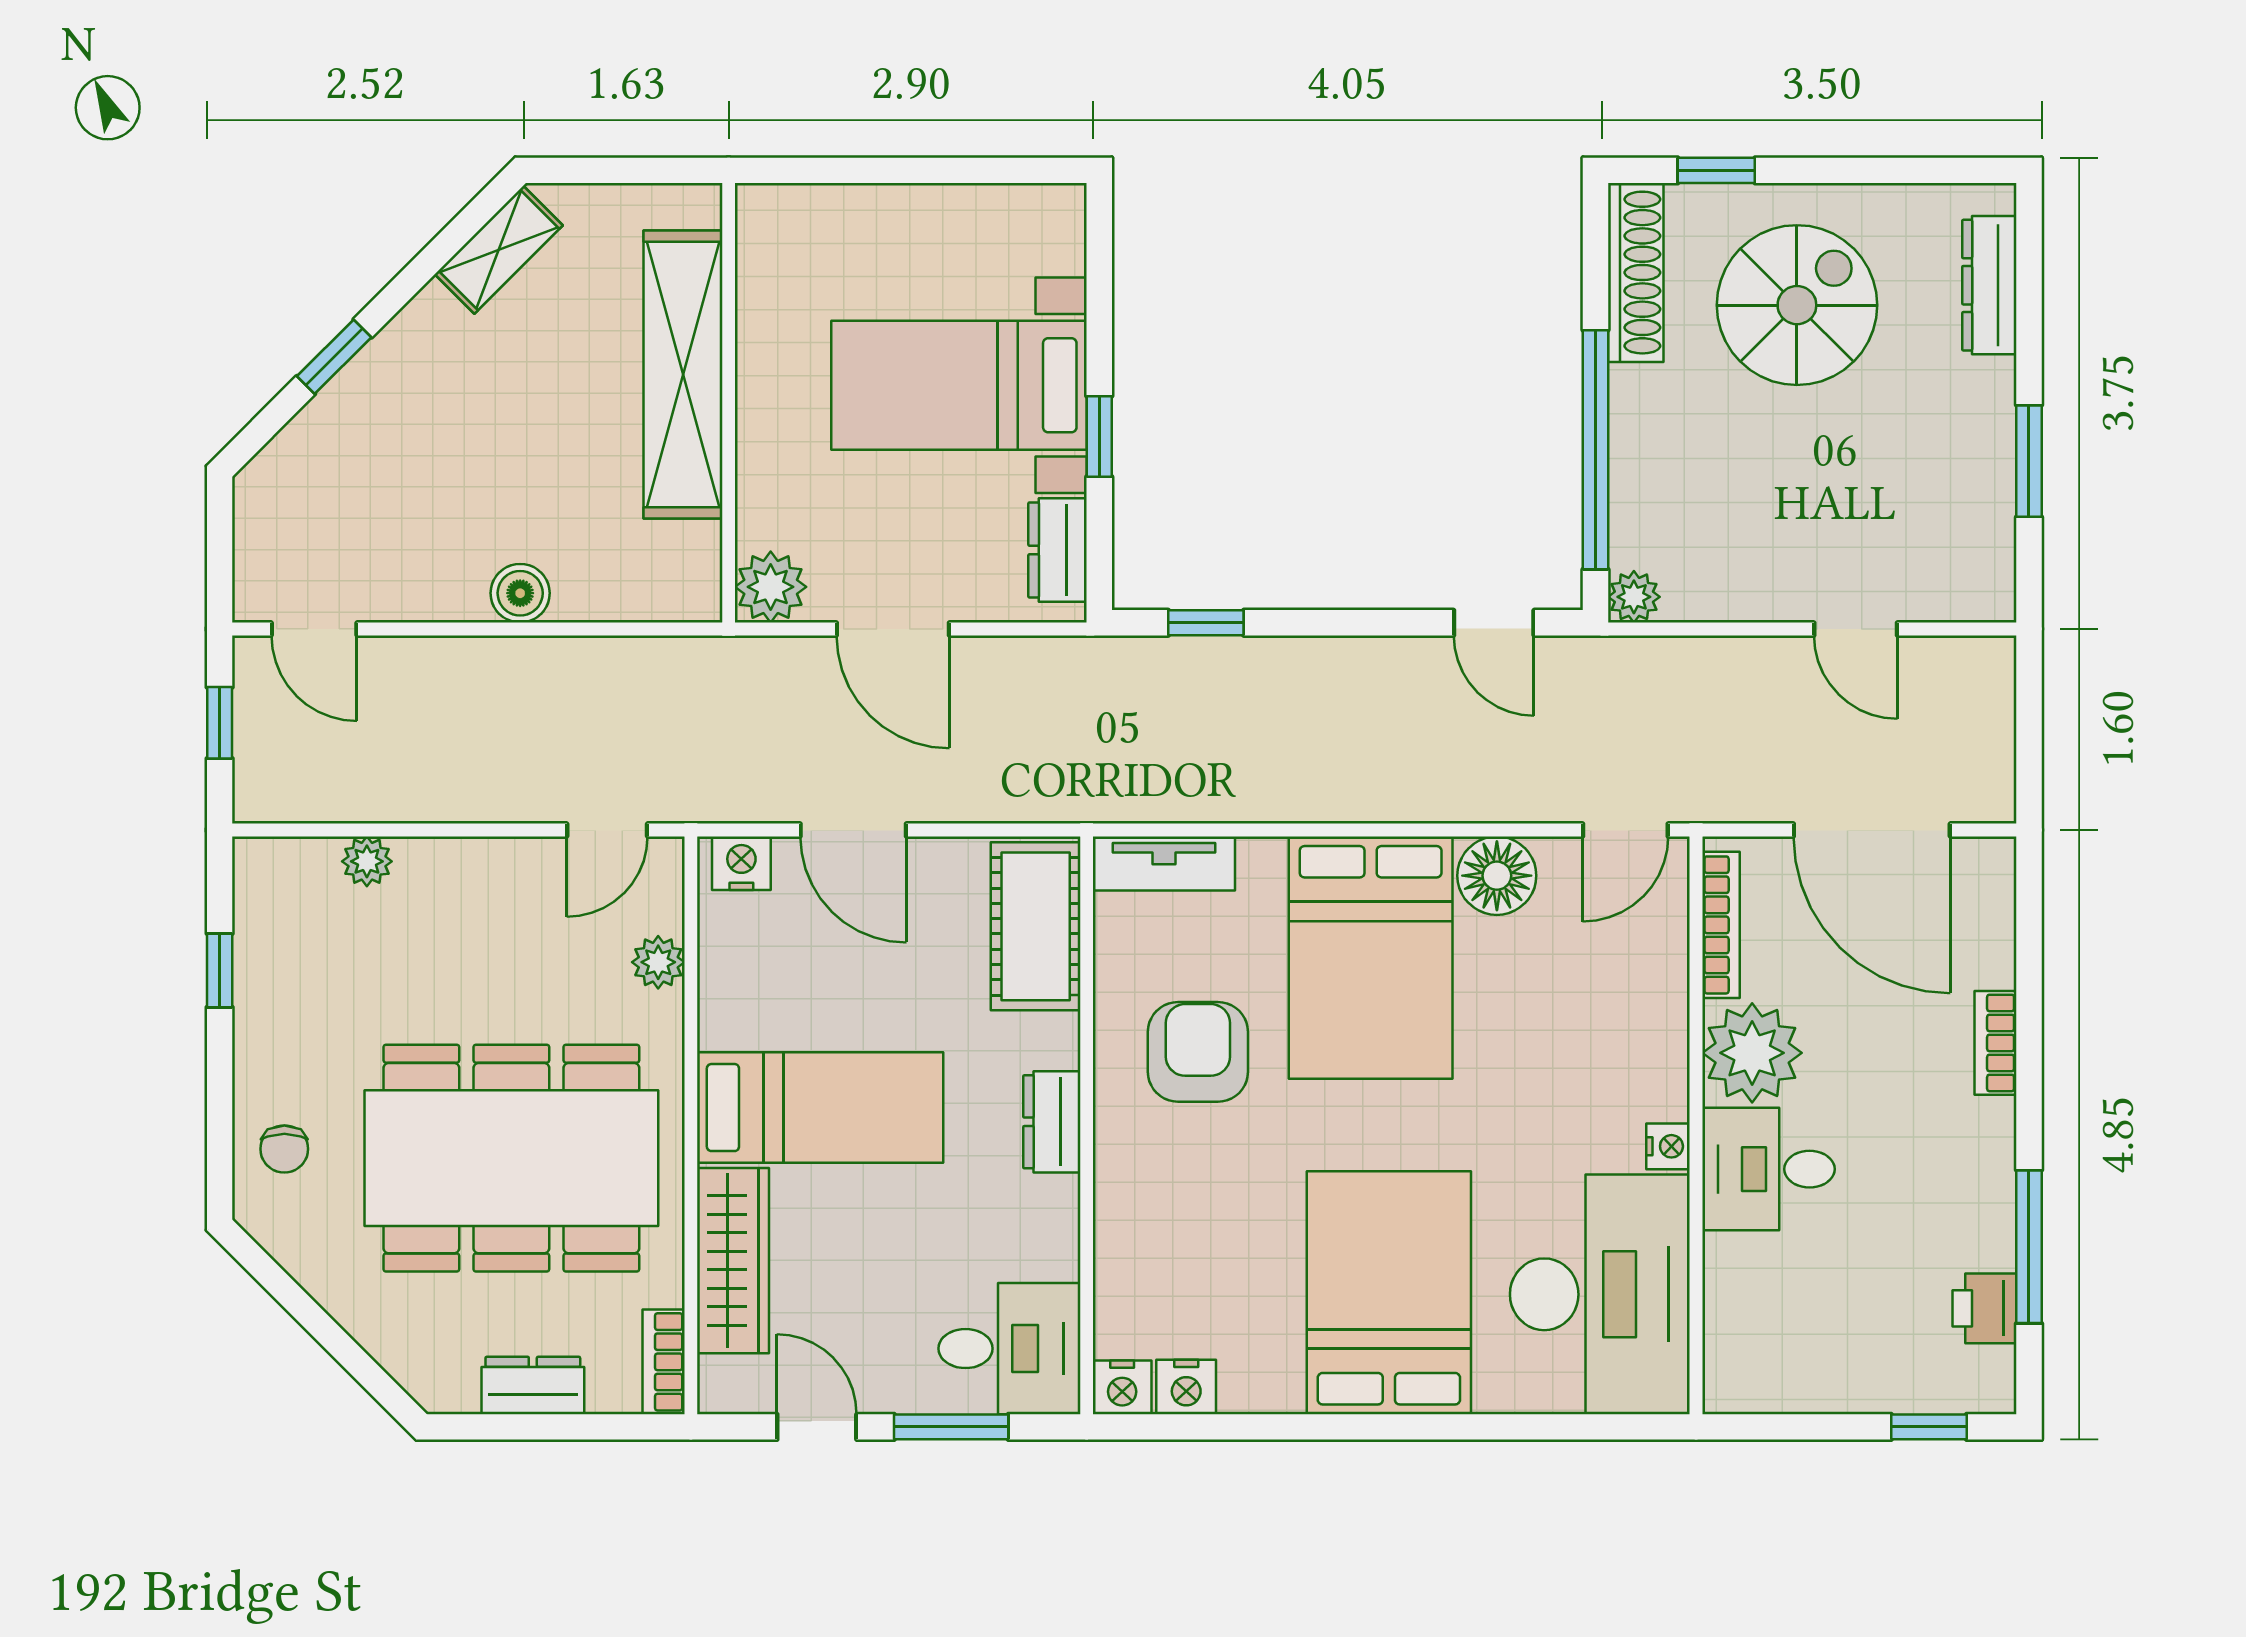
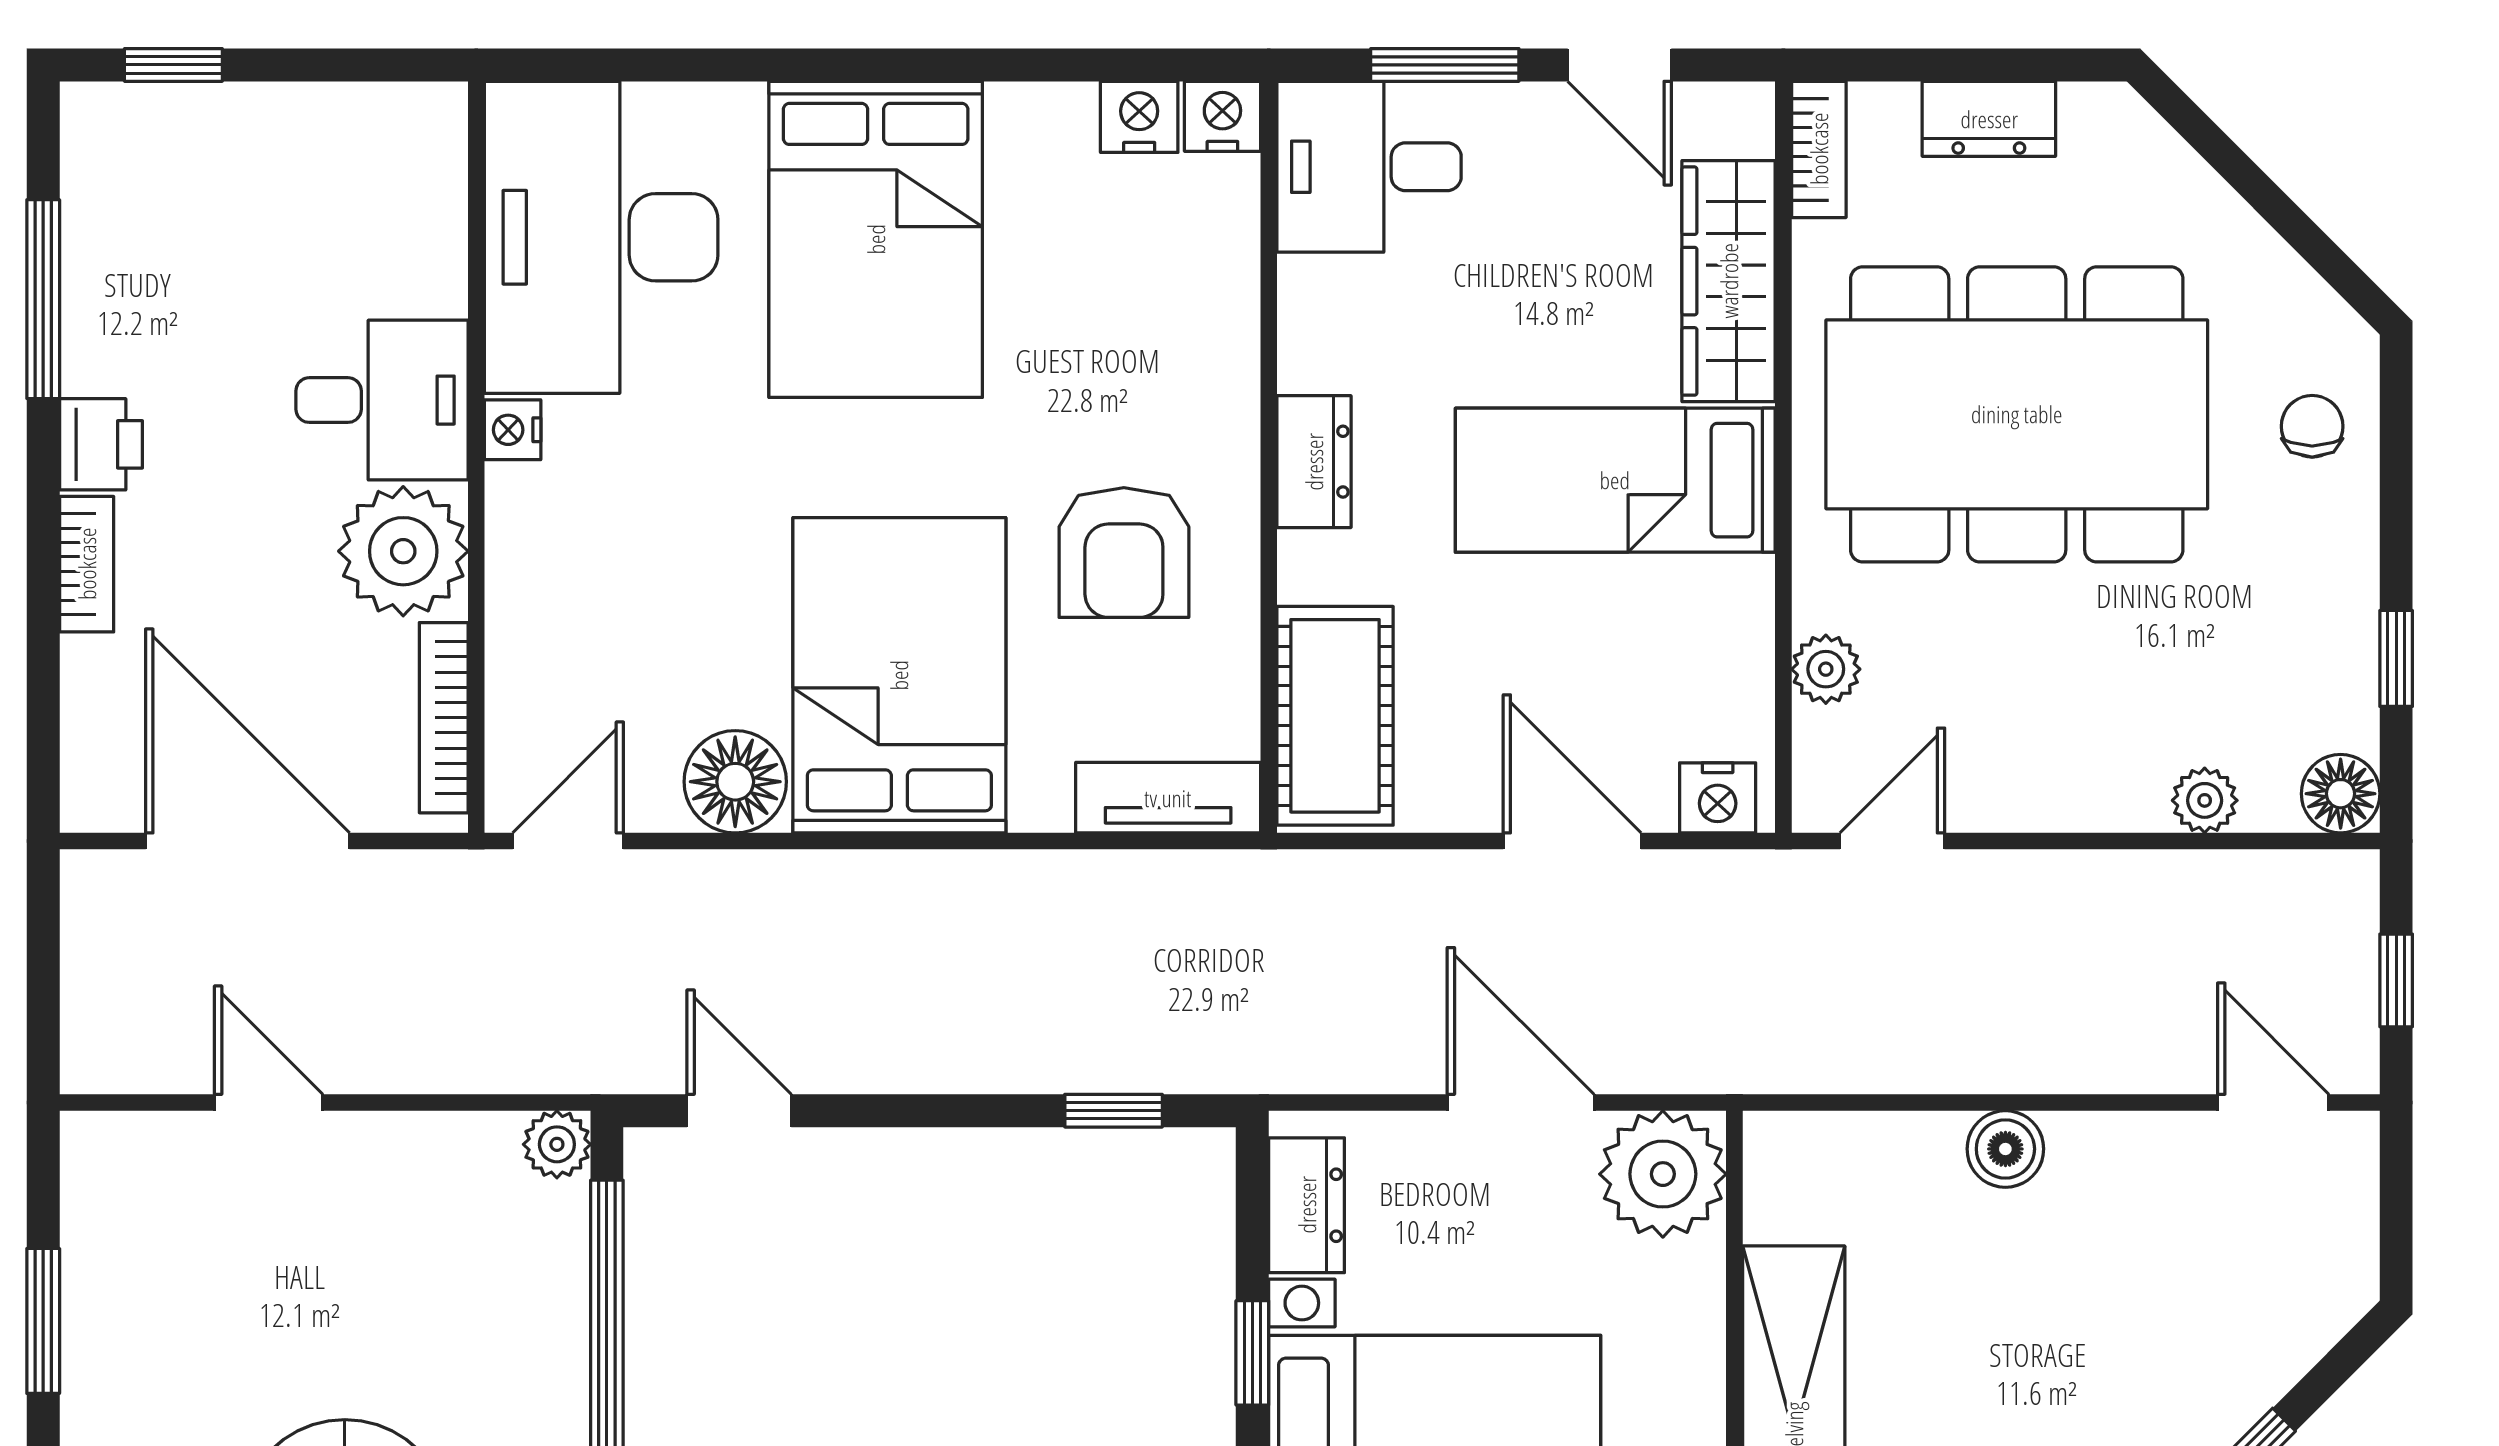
plant: (771, 587) -> (1663, 1174), width x1.36, depth x1.36
floor lamp: (262, 866) -> (2341, 794), added
printer: (1985, 1308) -> (101, 444), moved

